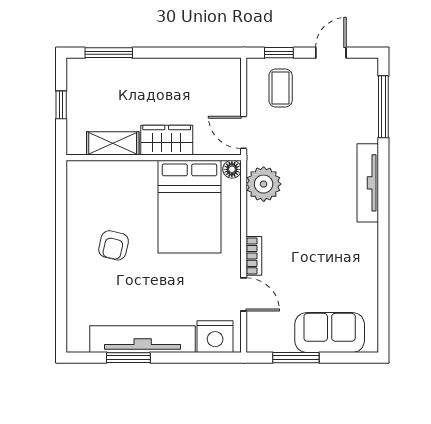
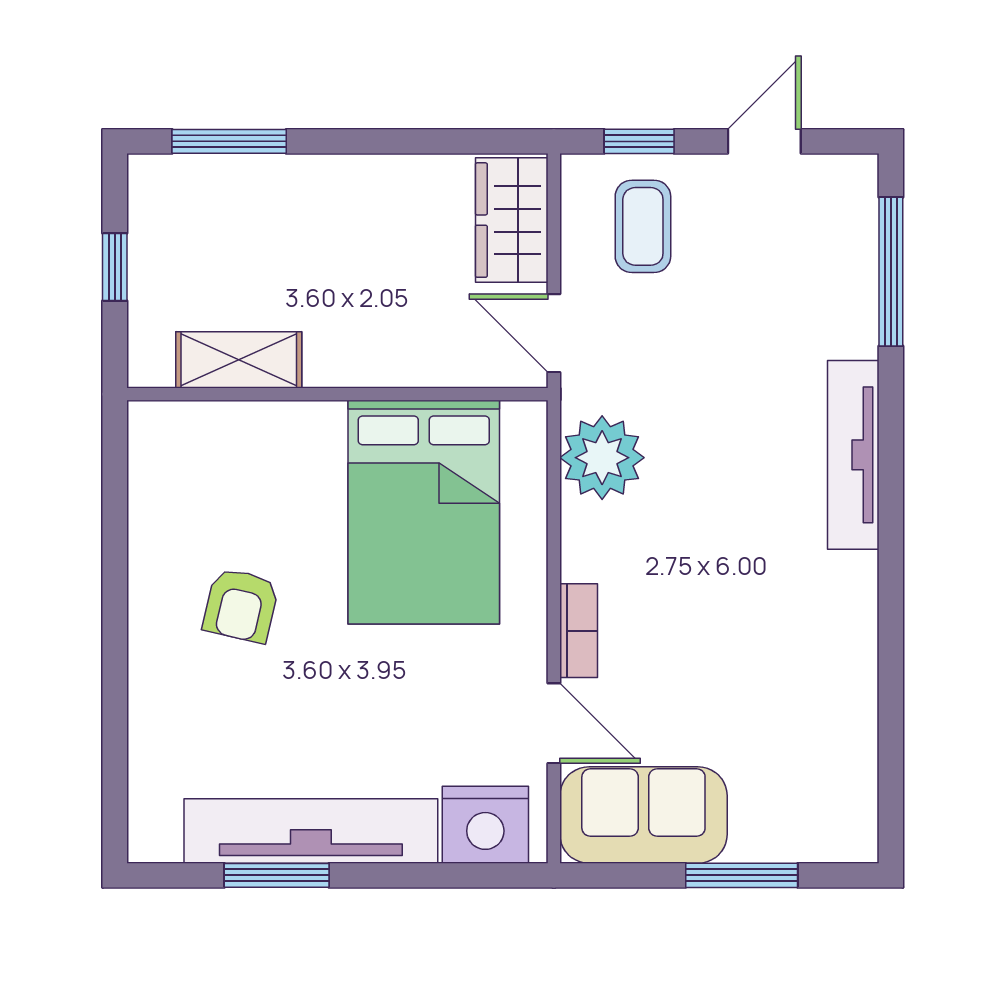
wardrobe: (167, 140) -> (512, 220), moved, turned -90
floor lamp: (232, 169) -> (526, 422), removed
sofa: (330, 333) -> (643, 815), moved
window: (296, 358) -> (742, 875), moved

